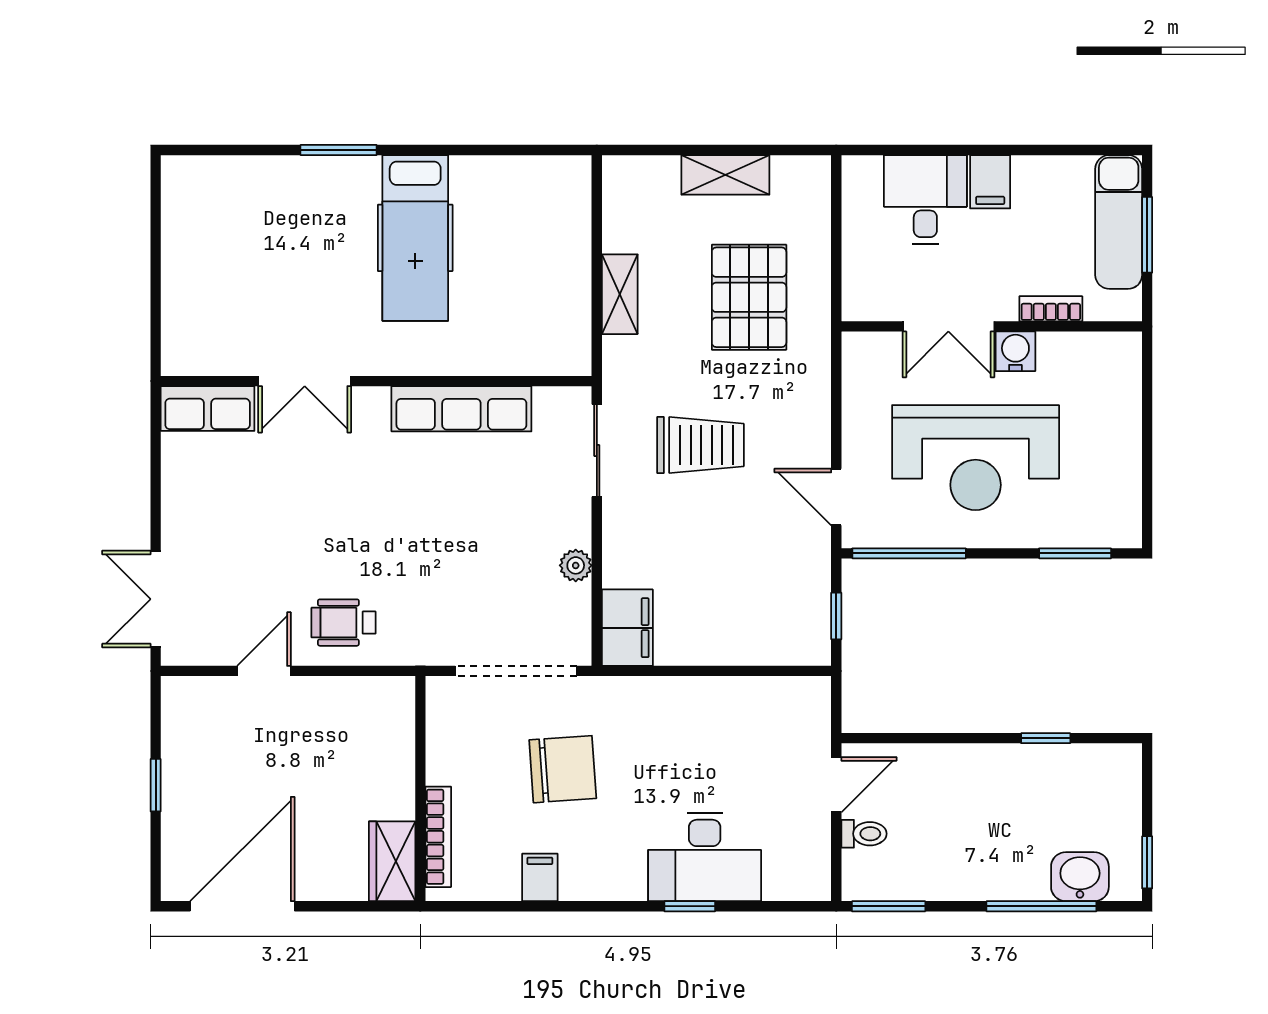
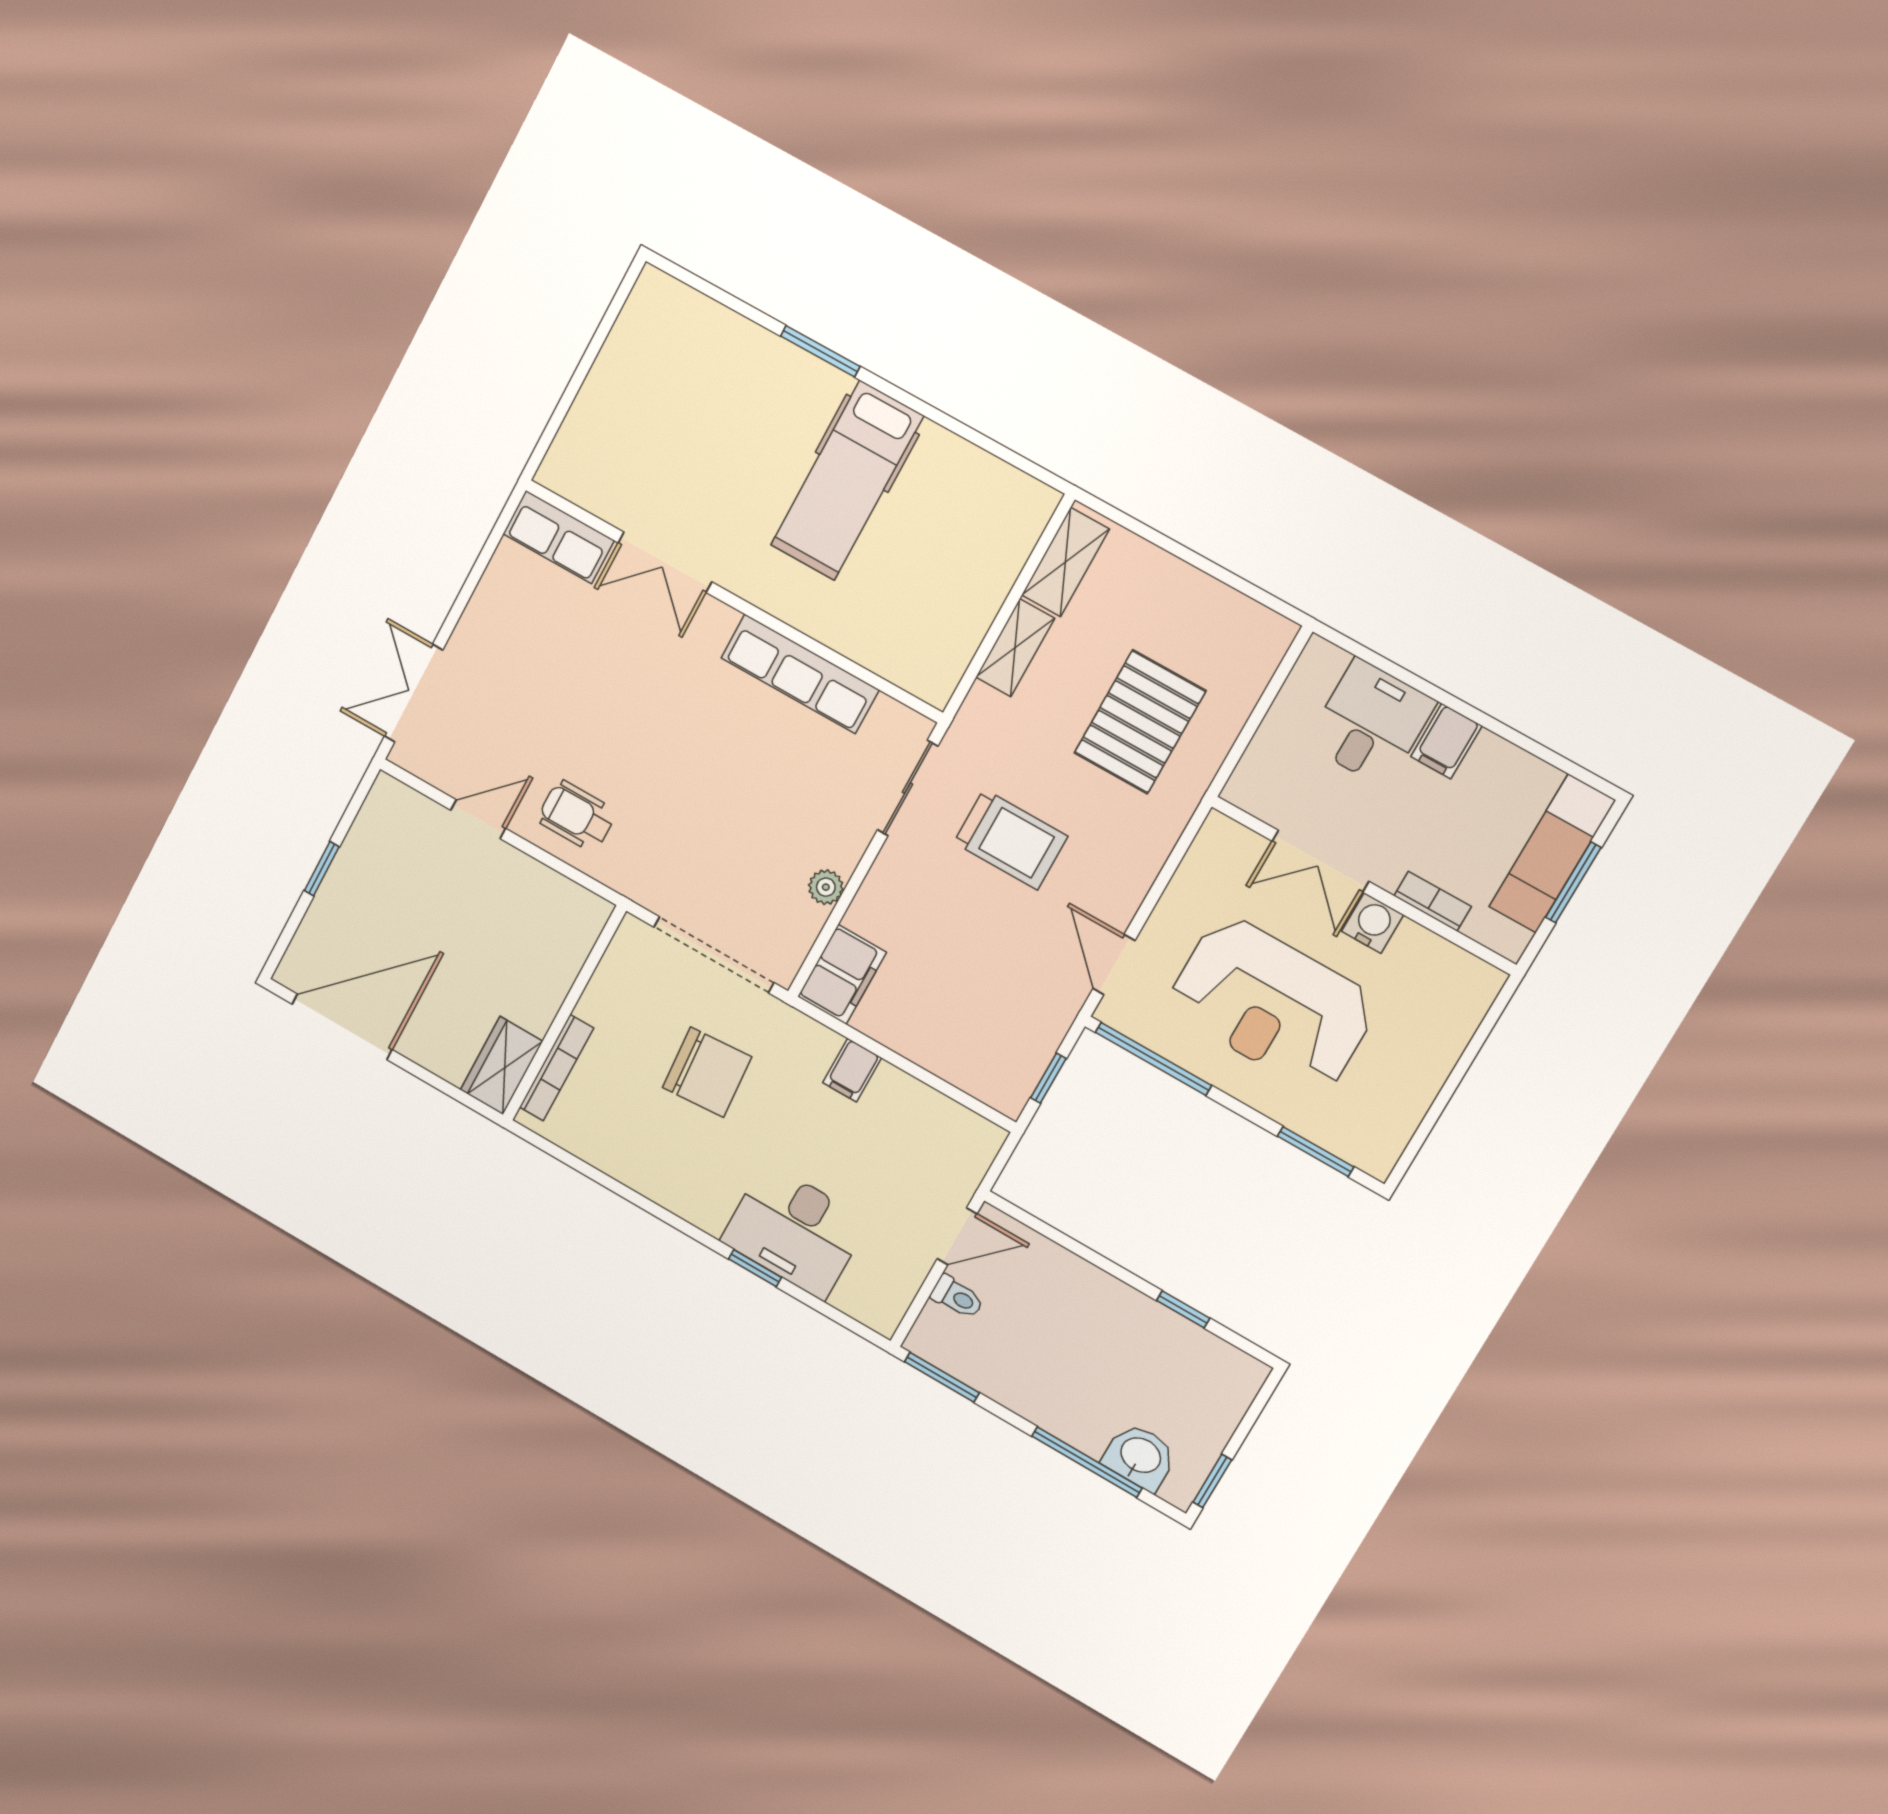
shelving: (725, 175) -> (1065, 562), moved, turned 90
filing cabinet: (540, 877) -> (852, 1070), moved, turned 180

